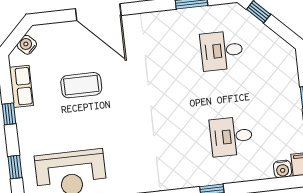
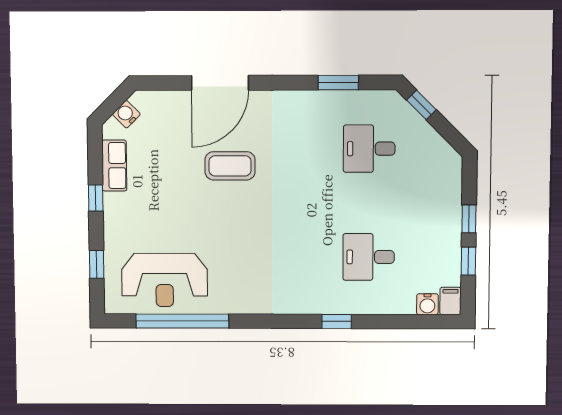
door: (98, 12) -> (220, 83), hinge flipped
coffee table: (81, 85) -> (230, 166), moved

